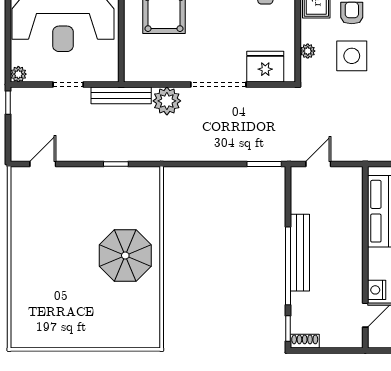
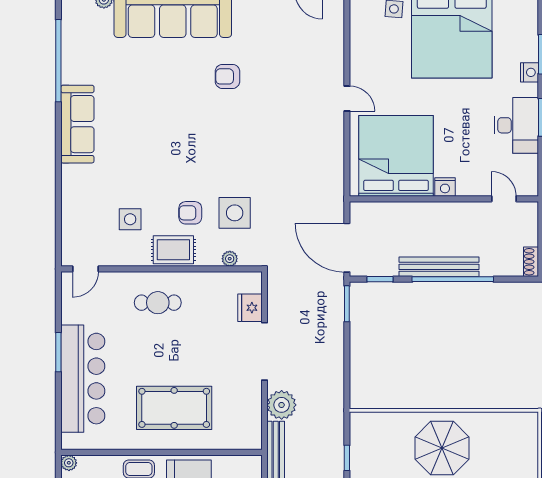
fridge: (265, 67) -> (250, 308), width x0.73, depth x0.75
door: (318, 164) -> (347, 248), width x1.88
nightstand: (377, 290) -> (445, 187), moved
window: (288, 329) -> (380, 279), moved

